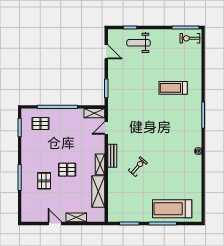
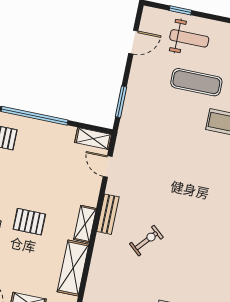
weight bench: (139, 43) -> (189, 38), turned 180
door: (106, 52) -> (133, 42), hinge flipped
exercise mat: (148, 68) -> (196, 82), added
door: (106, 128) -> (108, 167), hinge flipped

